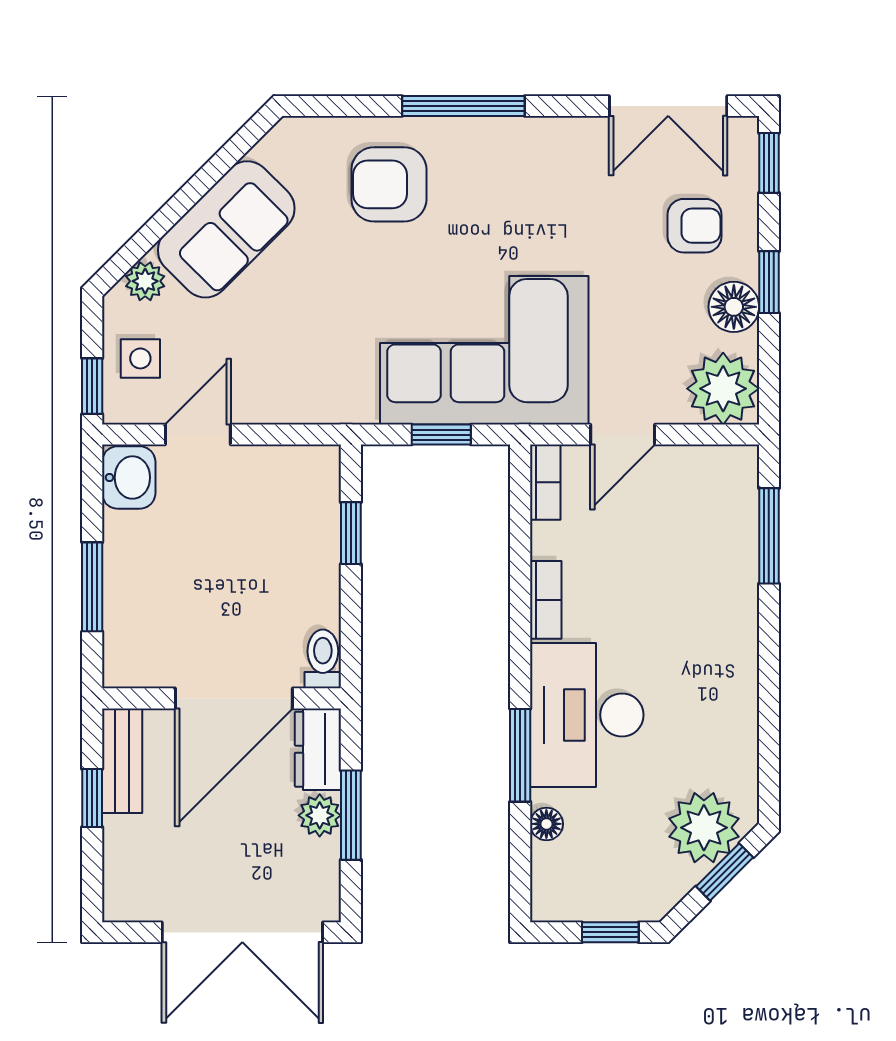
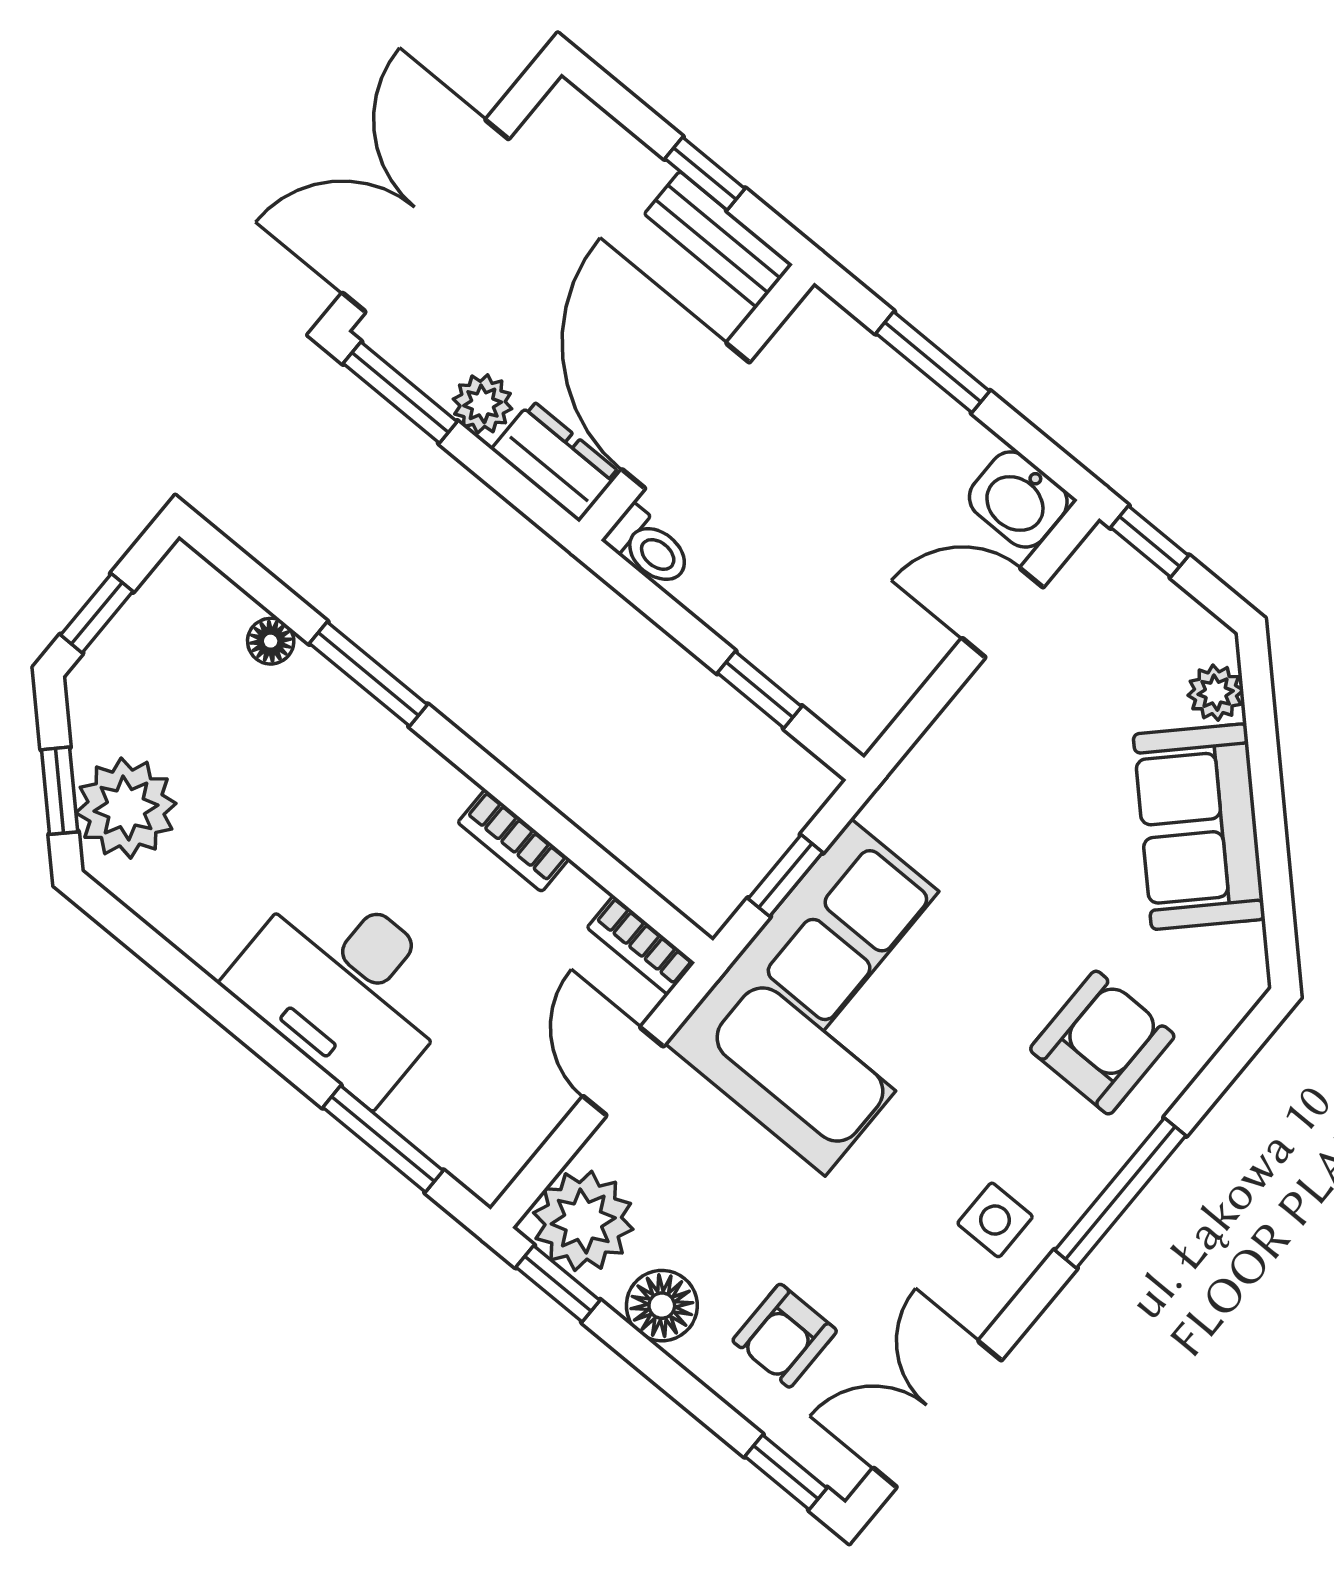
window: (769, 282) -> (558, 1284), moved
side table: (140, 358) -> (995, 1220), moved
door: (198, 435) -> (1003, 613), swing flipped
desk: (587, 715) -> (346, 987), moved, turned 180
window: (351, 815) -> (400, 392), moved

